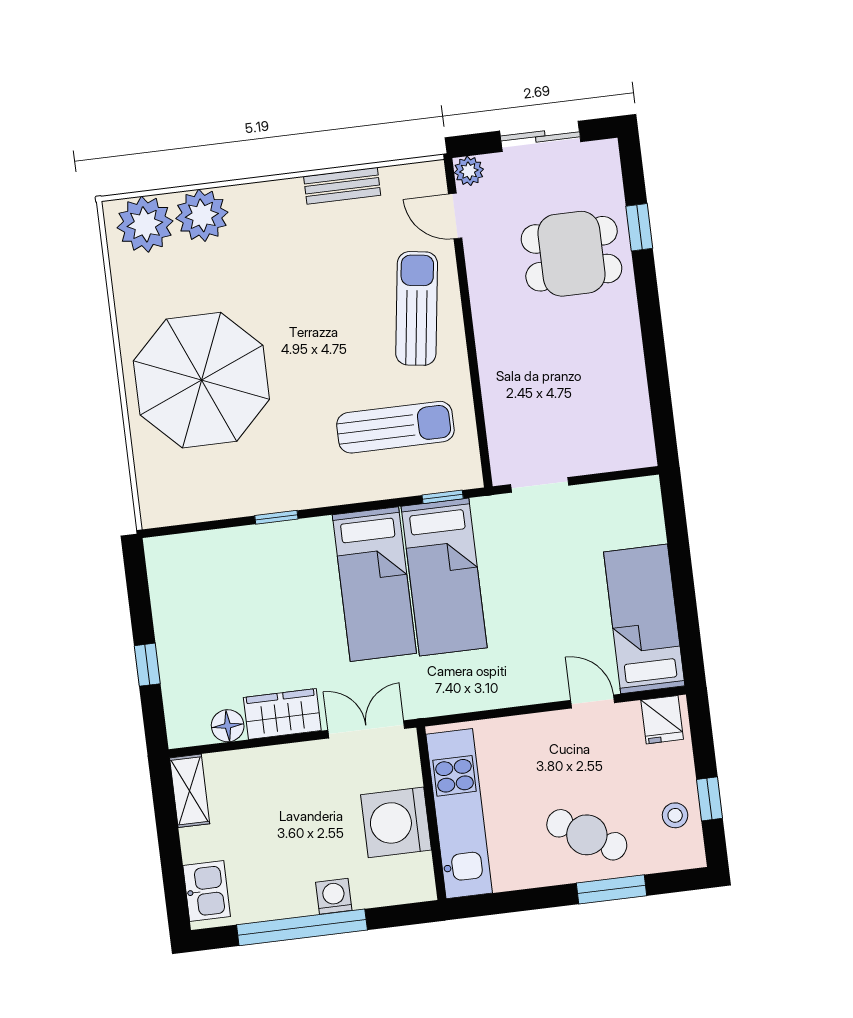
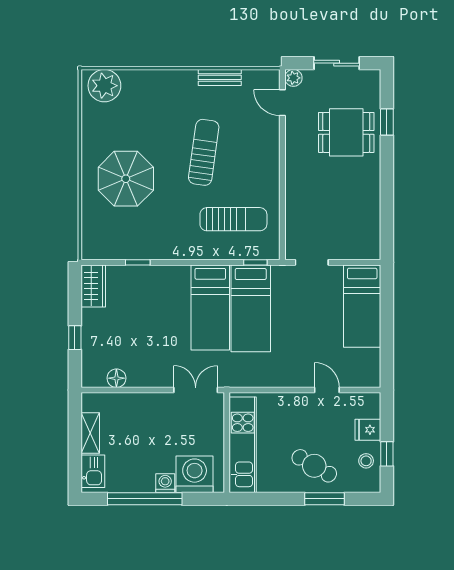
plant: (202, 215) -> (138, 84), removed
sun lounger: (417, 308) -> (204, 152), moved
parasol: (201, 380) -> (126, 179), width x0.73, depth x0.73
window: (276, 517) -> (138, 262), moved
bed: (644, 619) -> (362, 306), moved, turned 180
wardrobe: (282, 714) -> (93, 286), moved, turned 90
fridge: (662, 720) -> (368, 430), moved, turned 90
shelving: (190, 791) -> (90, 433), moved
washing machine: (396, 822) -> (195, 474), moved, turned 90

